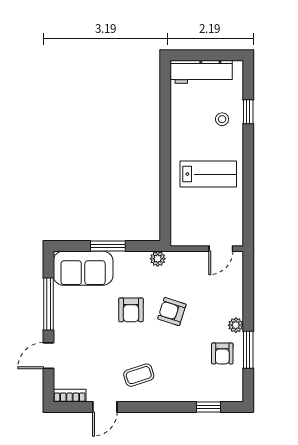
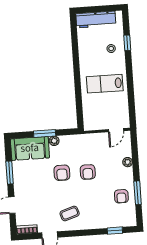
lab bench: (208, 174) -> (105, 84), turned 180
plant: (158, 259) -> (54, 141), moved
window: (48, 304) -> (10, 173), width x0.69
armchair: (172, 312) -> (88, 172), turned -108
plant: (236, 325) -> (128, 162), moved

